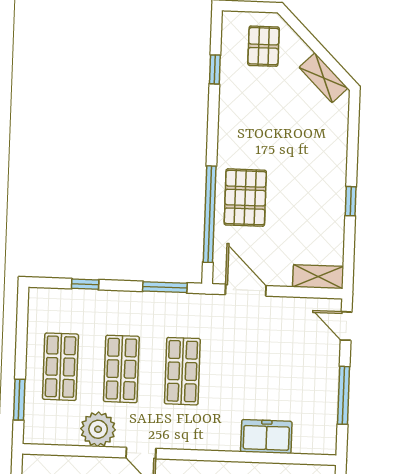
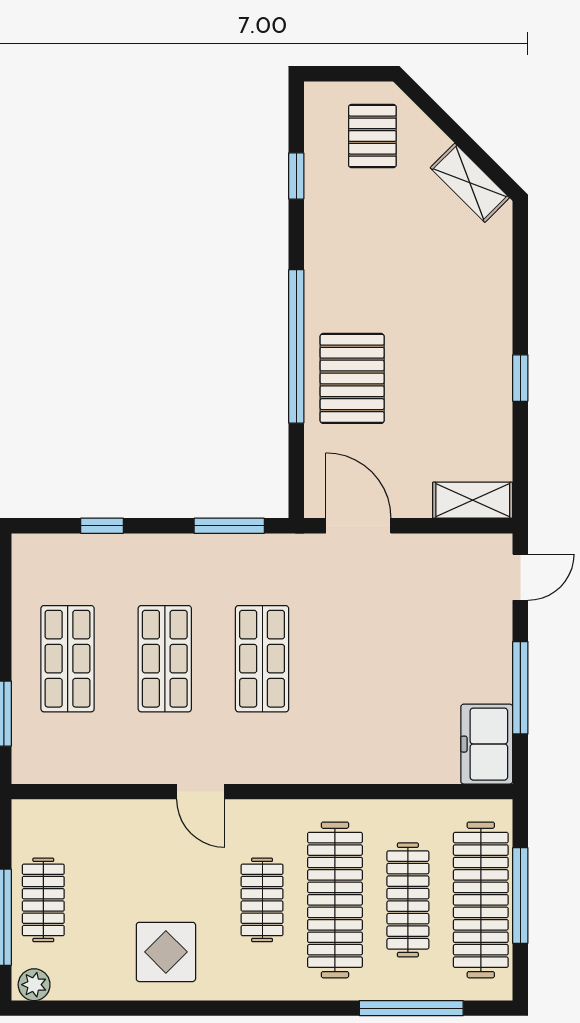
window: (210, 214) -> (296, 346), moved
door: (346, 326) -> (520, 577), swing flipped
plant: (98, 429) -> (131, 756), removed
freezer: (266, 437) -> (487, 744), moved, turned -90

